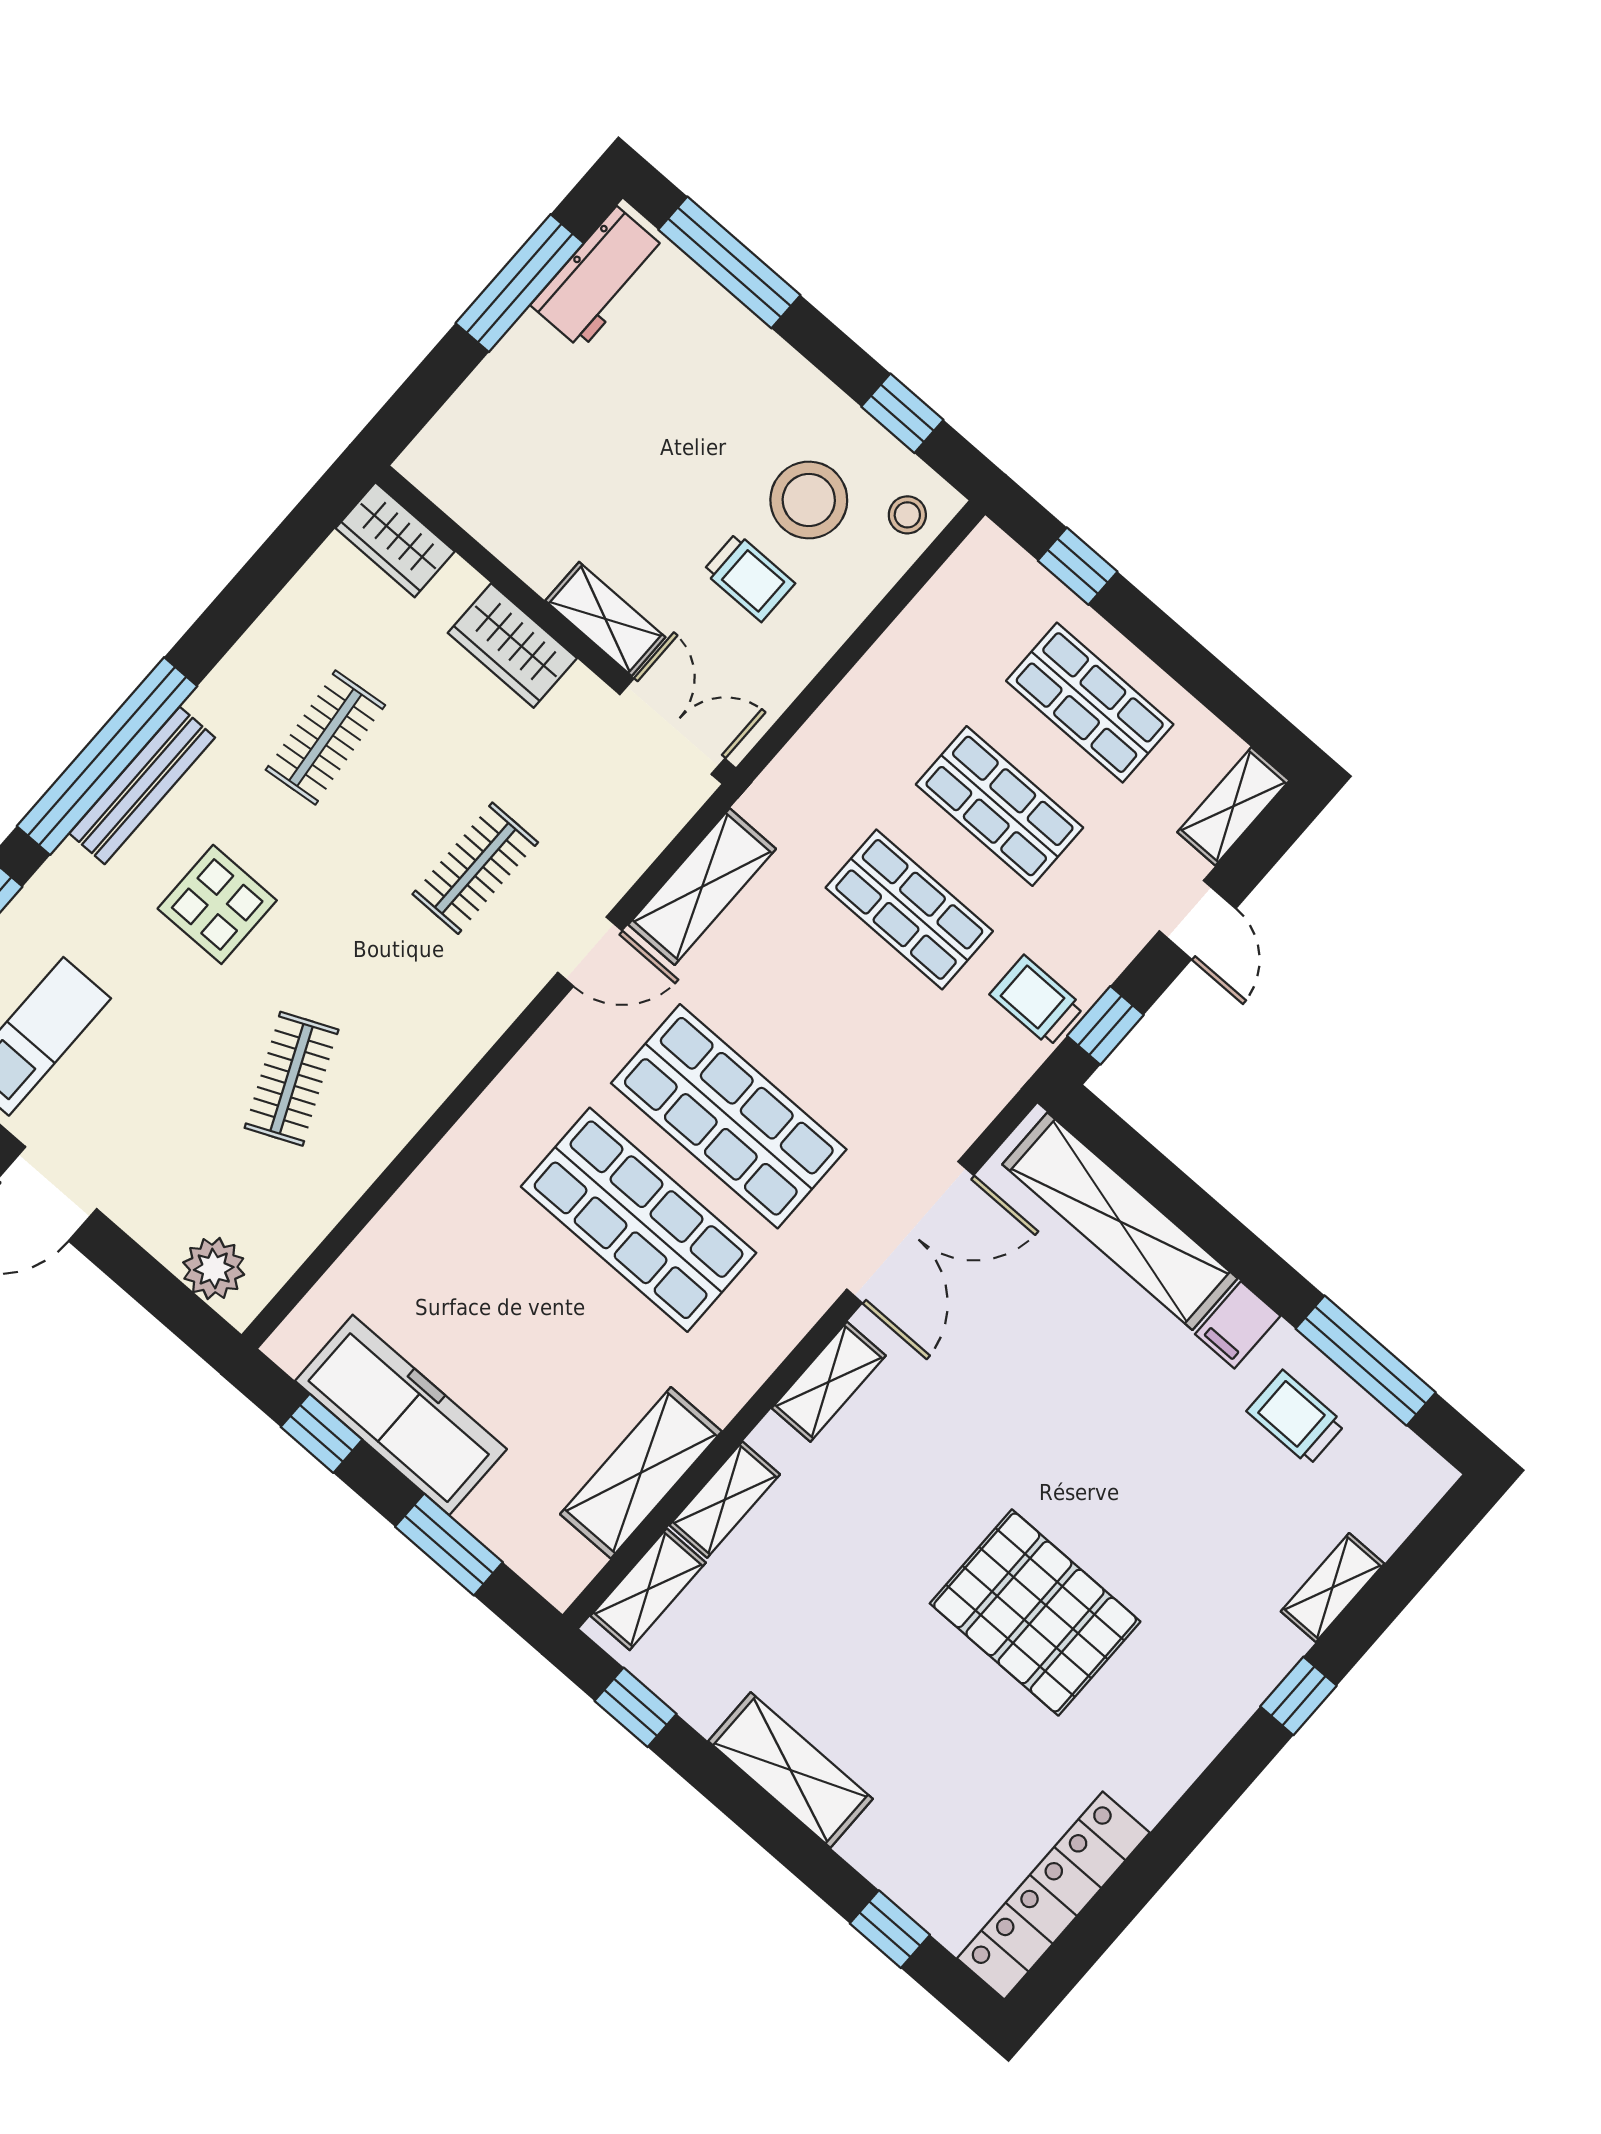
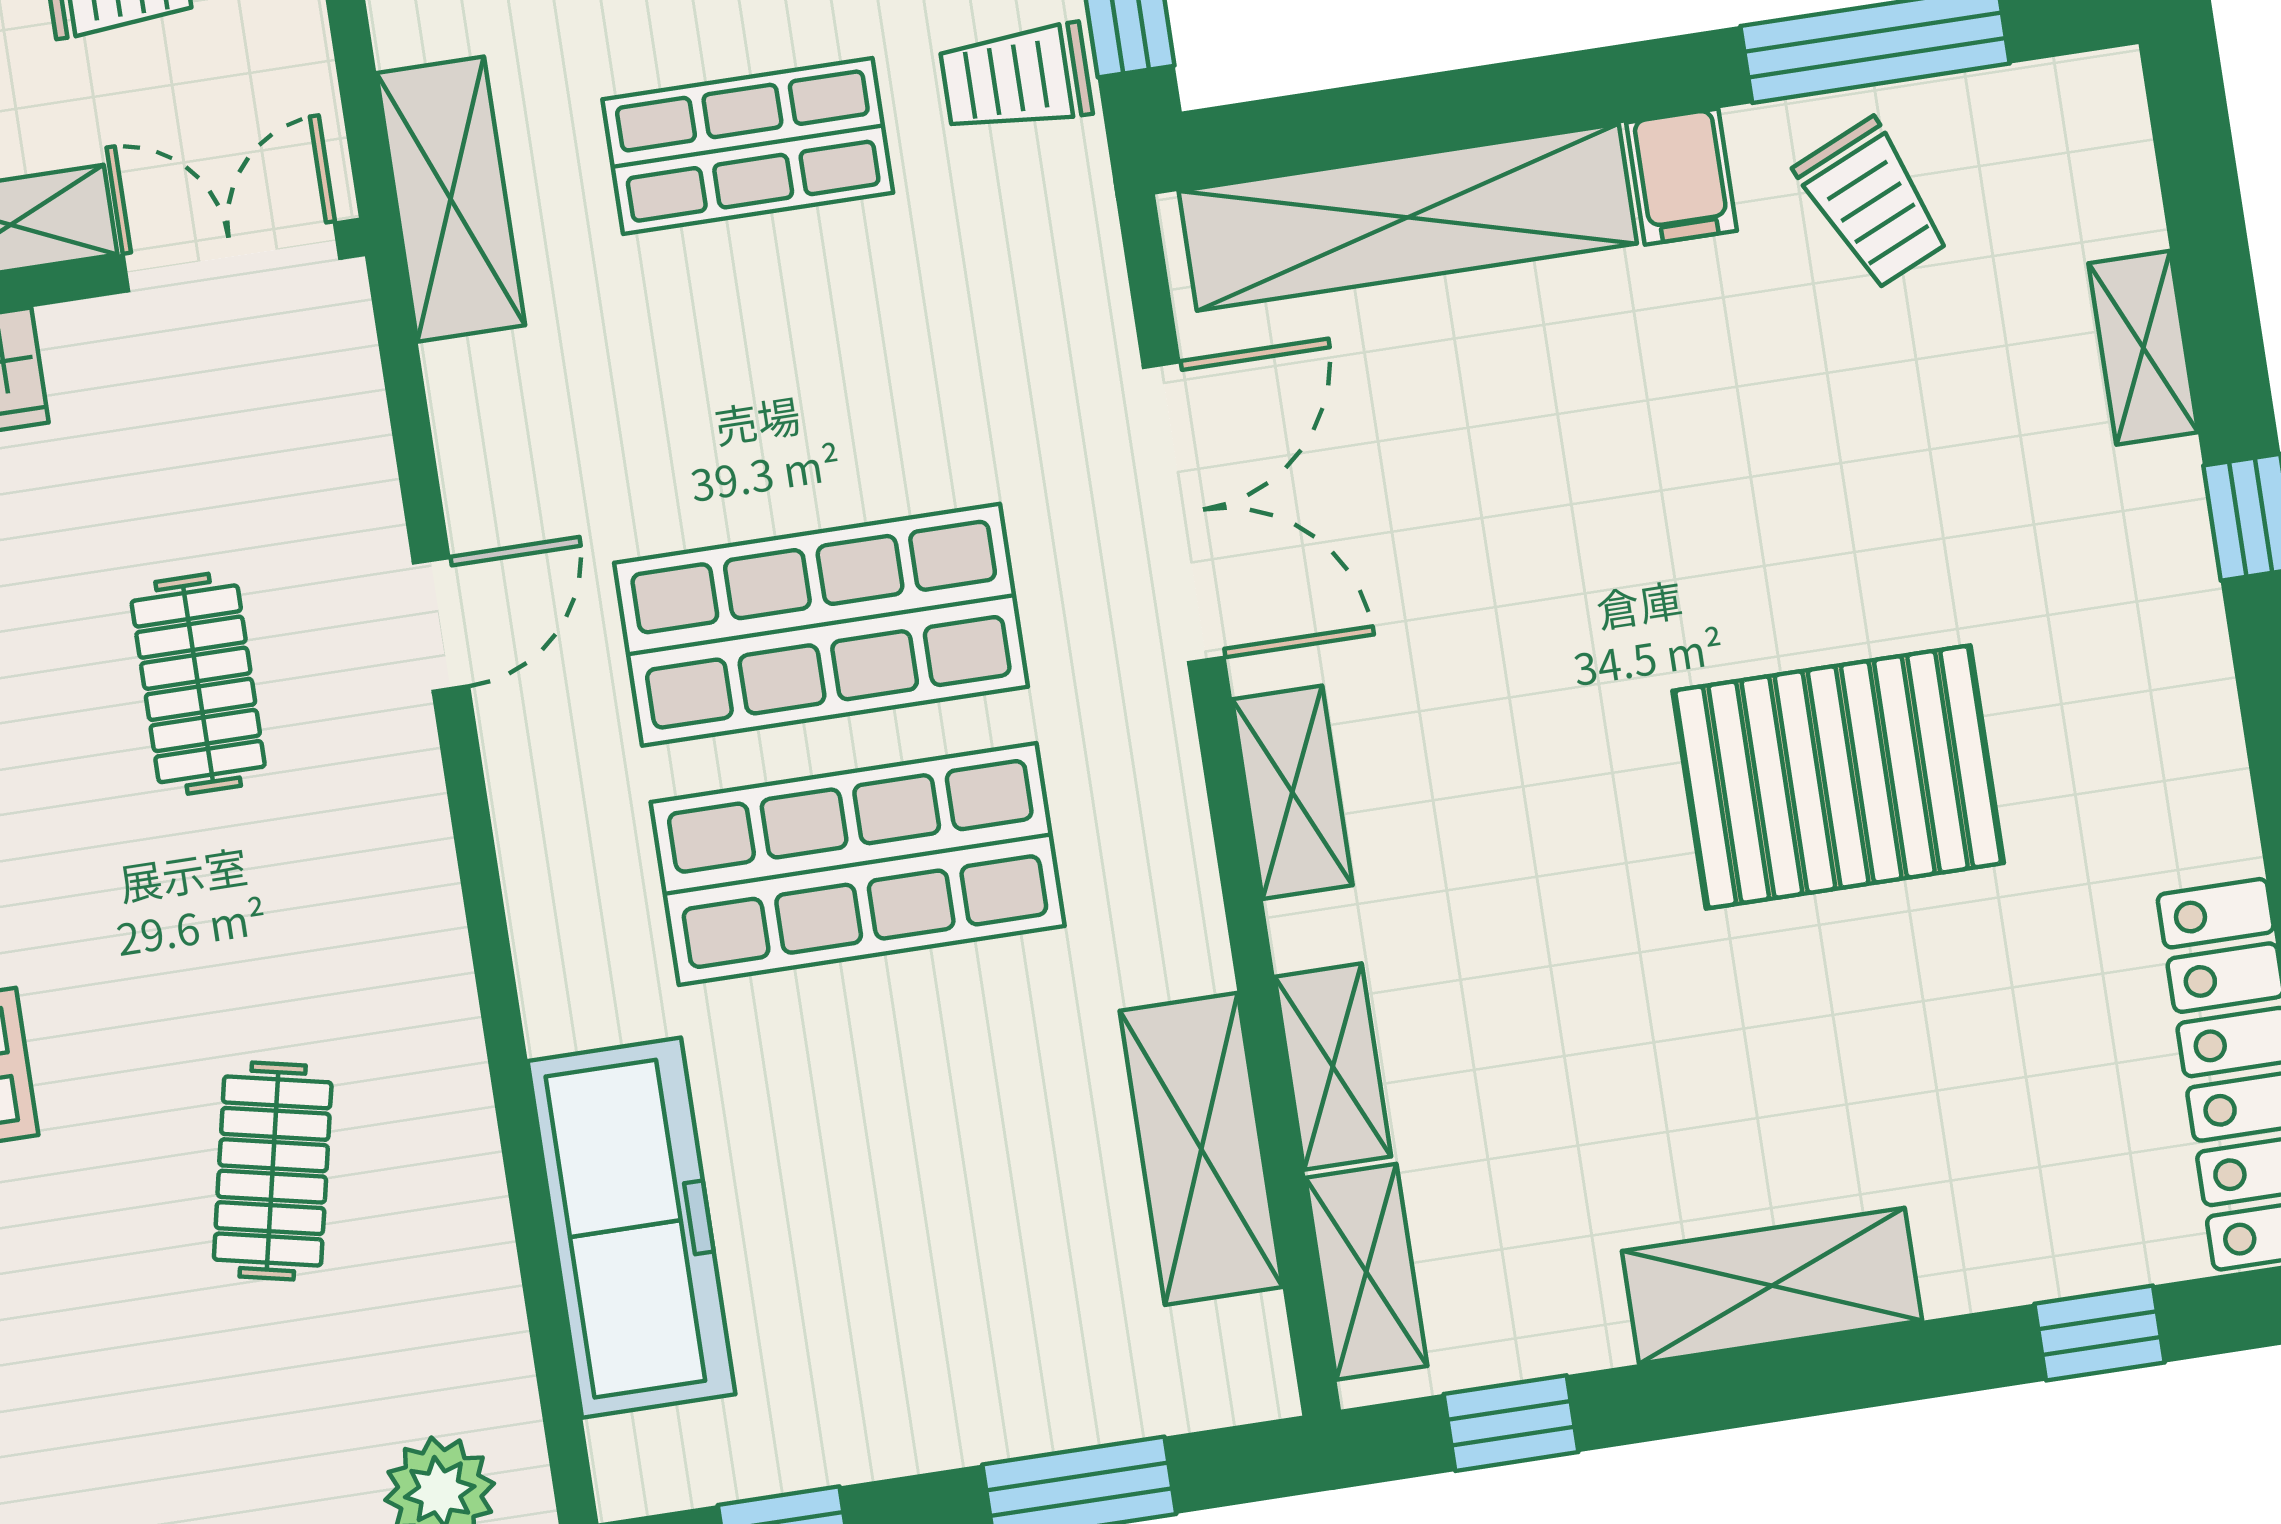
shelving: (702, 887) -> (451, 199), moved
clothes rail: (292, 1079) -> (273, 1171), turned 36
freezer: (401, 1415) -> (631, 1228), moved, turned 90
trolley: (1296, 1418) -> (1873, 204), turned -114

